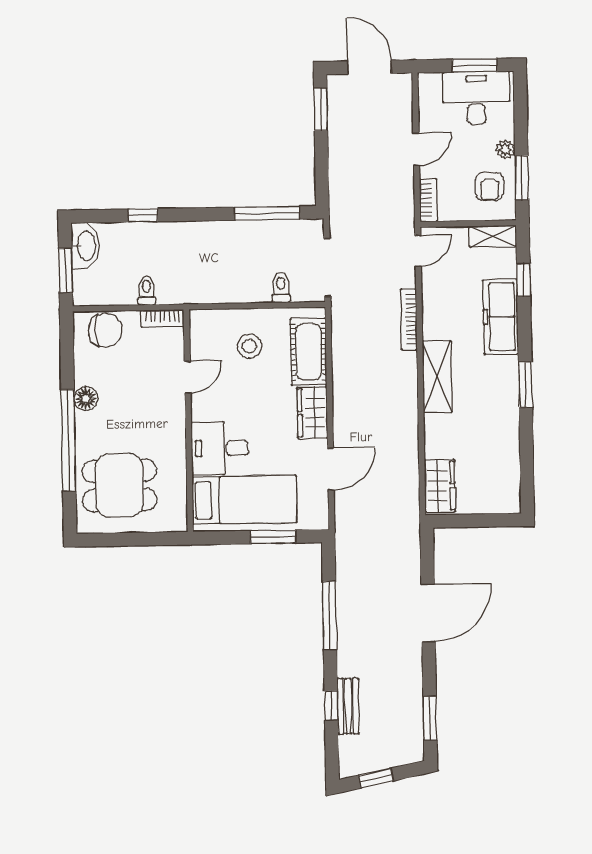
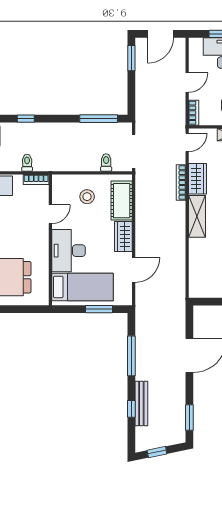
door: (370, 67) -> (161, 34), swing flipped
desk: (220, 448) -> (69, 251), width x1.37
wardrobe: (440, 486) -> (198, 179), moved
bench: (348, 706) -> (141, 403), width x1.36

